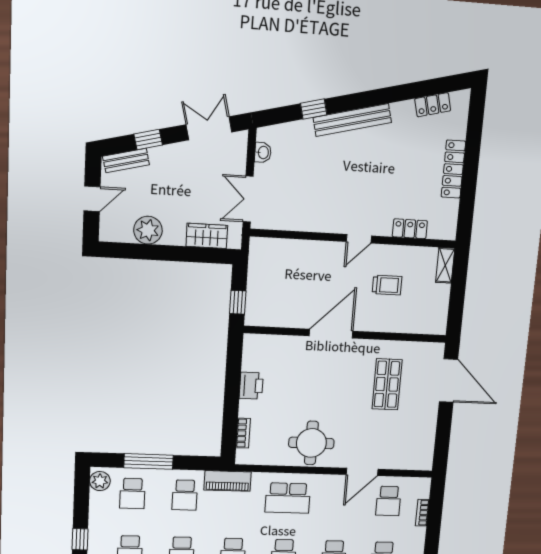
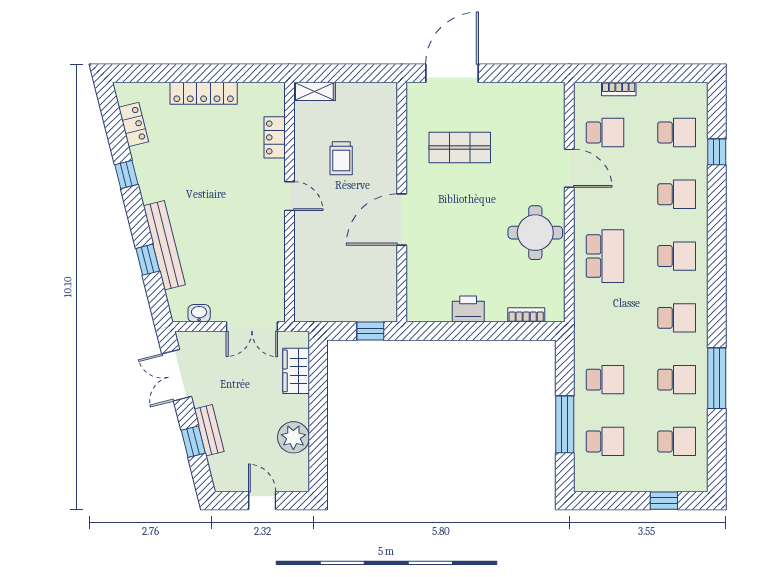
window: (390, 95) -> (126, 175), added
bench: (352, 120) -> (164, 245), moved
bench: (126, 161) -> (209, 430), moved
trolley: (387, 285) -> (341, 158), turned 180
door: (331, 334) -> (402, 220), hinge flipped
plant: (100, 481) -> (591, 480), removed
piano: (228, 481) -> (586, 330), removed

